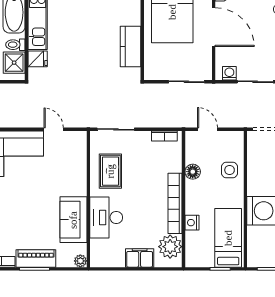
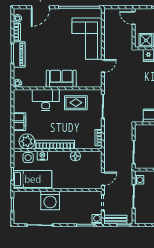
door: (207, 129) -> (103, 179), moved
side table: (230, 170) -> (28, 158), moved
sofa: (73, 220) -> (61, 79), moved

